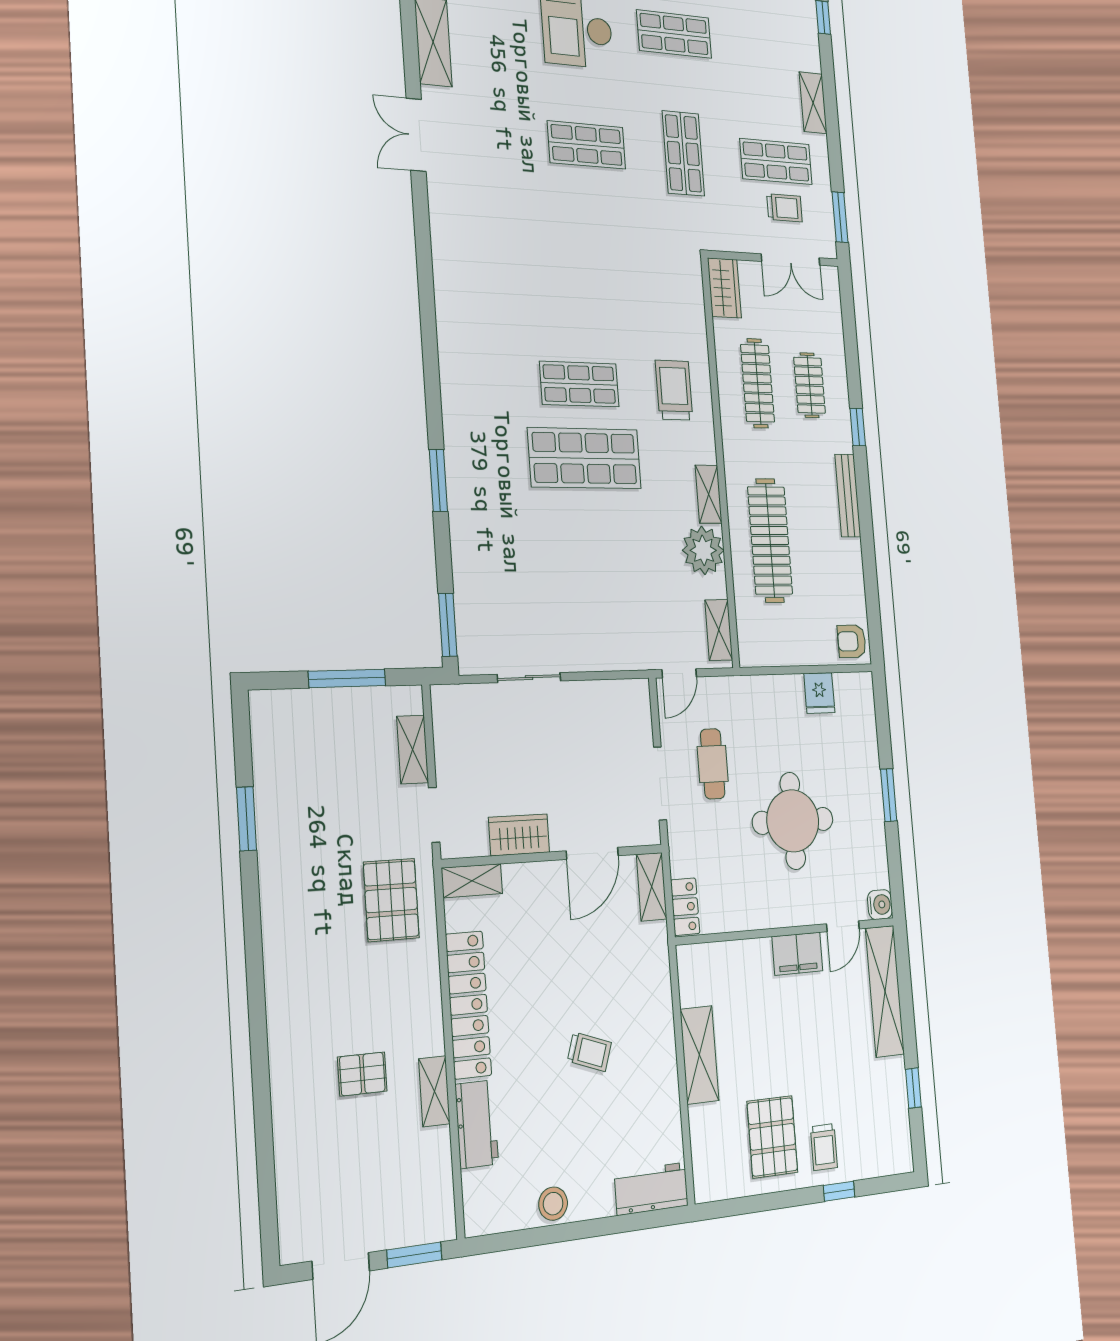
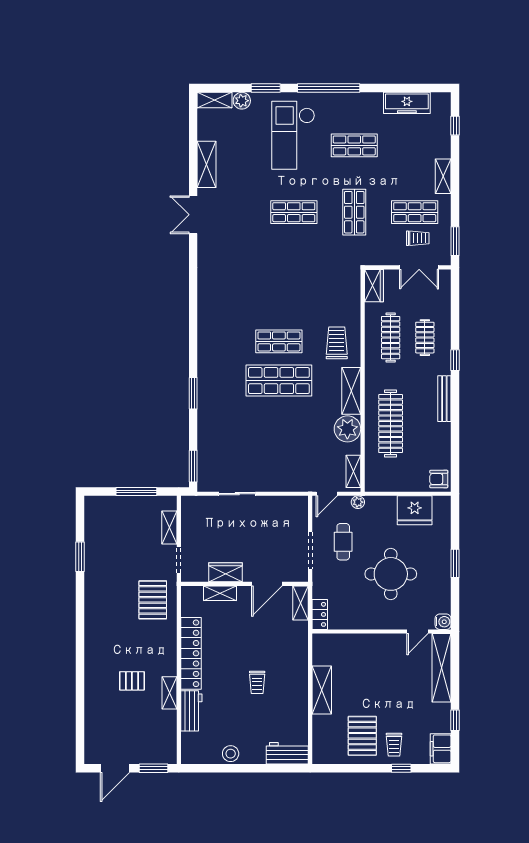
shelving: (709, 494) -> (351, 391), width x1.50, depth x1.33
plant: (730, 688) -> (358, 502), added
fridge: (819, 693) -> (415, 510), width x1.88, depth x1.34
shelving: (472, 881) -> (220, 593), moved
filing cabinet: (797, 954) -> (441, 749), moved, turned 90
trolley: (589, 1052) -> (257, 682), turned 71

